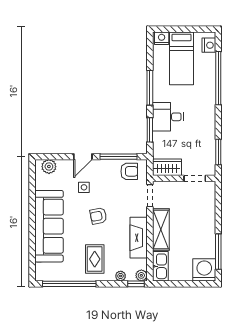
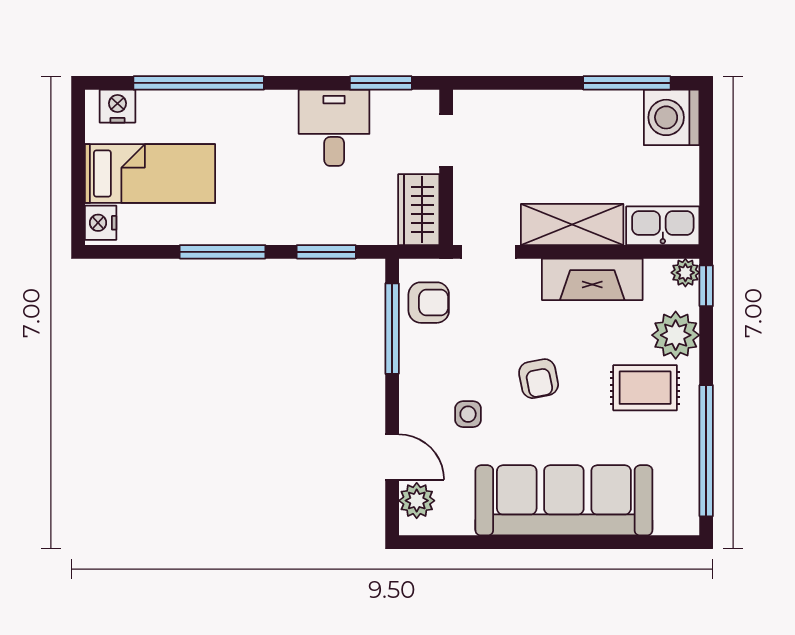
desk: (168, 117) -> (334, 128), moved, turned 180
door: (83, 157) -> (392, 457), moved
armchair: (129, 171) -> (429, 303), turned 90
plant: (121, 276) -> (676, 335), width x1.88, depth x1.88

